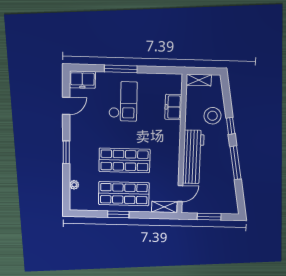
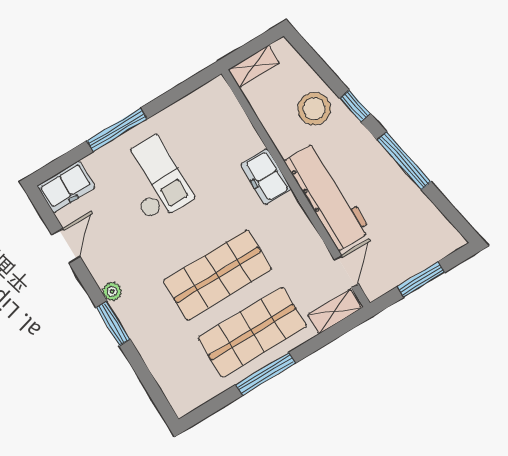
freezer: (173, 107) -> (266, 177), moved
plant: (74, 185) -> (112, 291), moved
window: (118, 214) -> (266, 374), width x1.44

